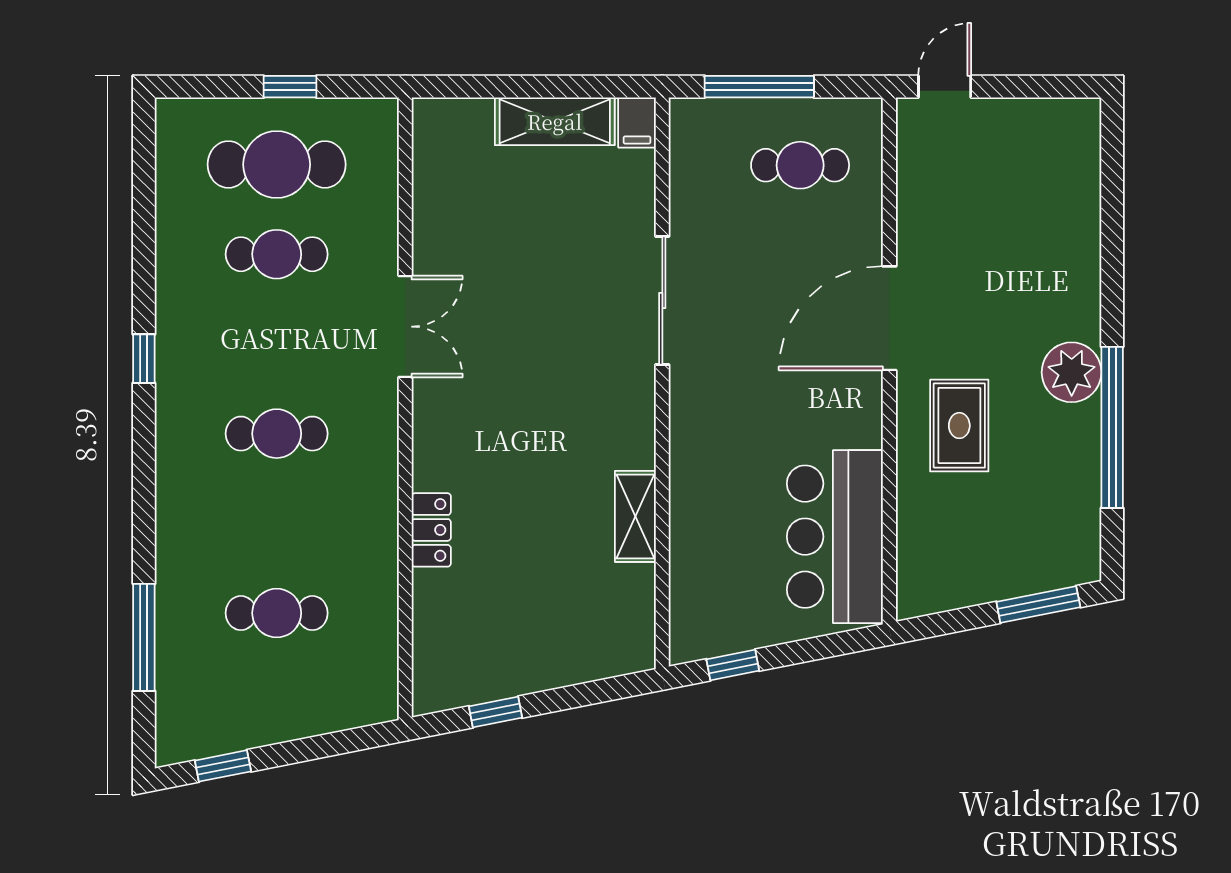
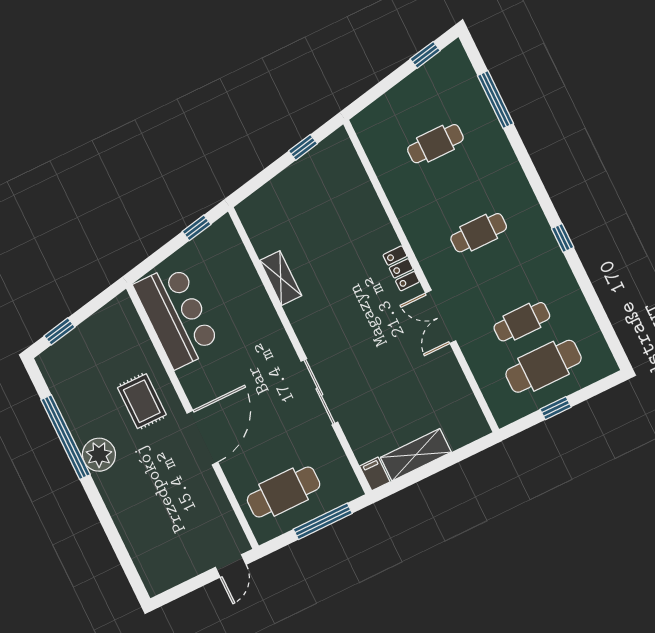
cafe table: (800, 165) -> (284, 492), width x1.37, depth x1.35
locker: (431, 530) -> (401, 268), moved
window: (1038, 604) -> (60, 331), width x0.67

